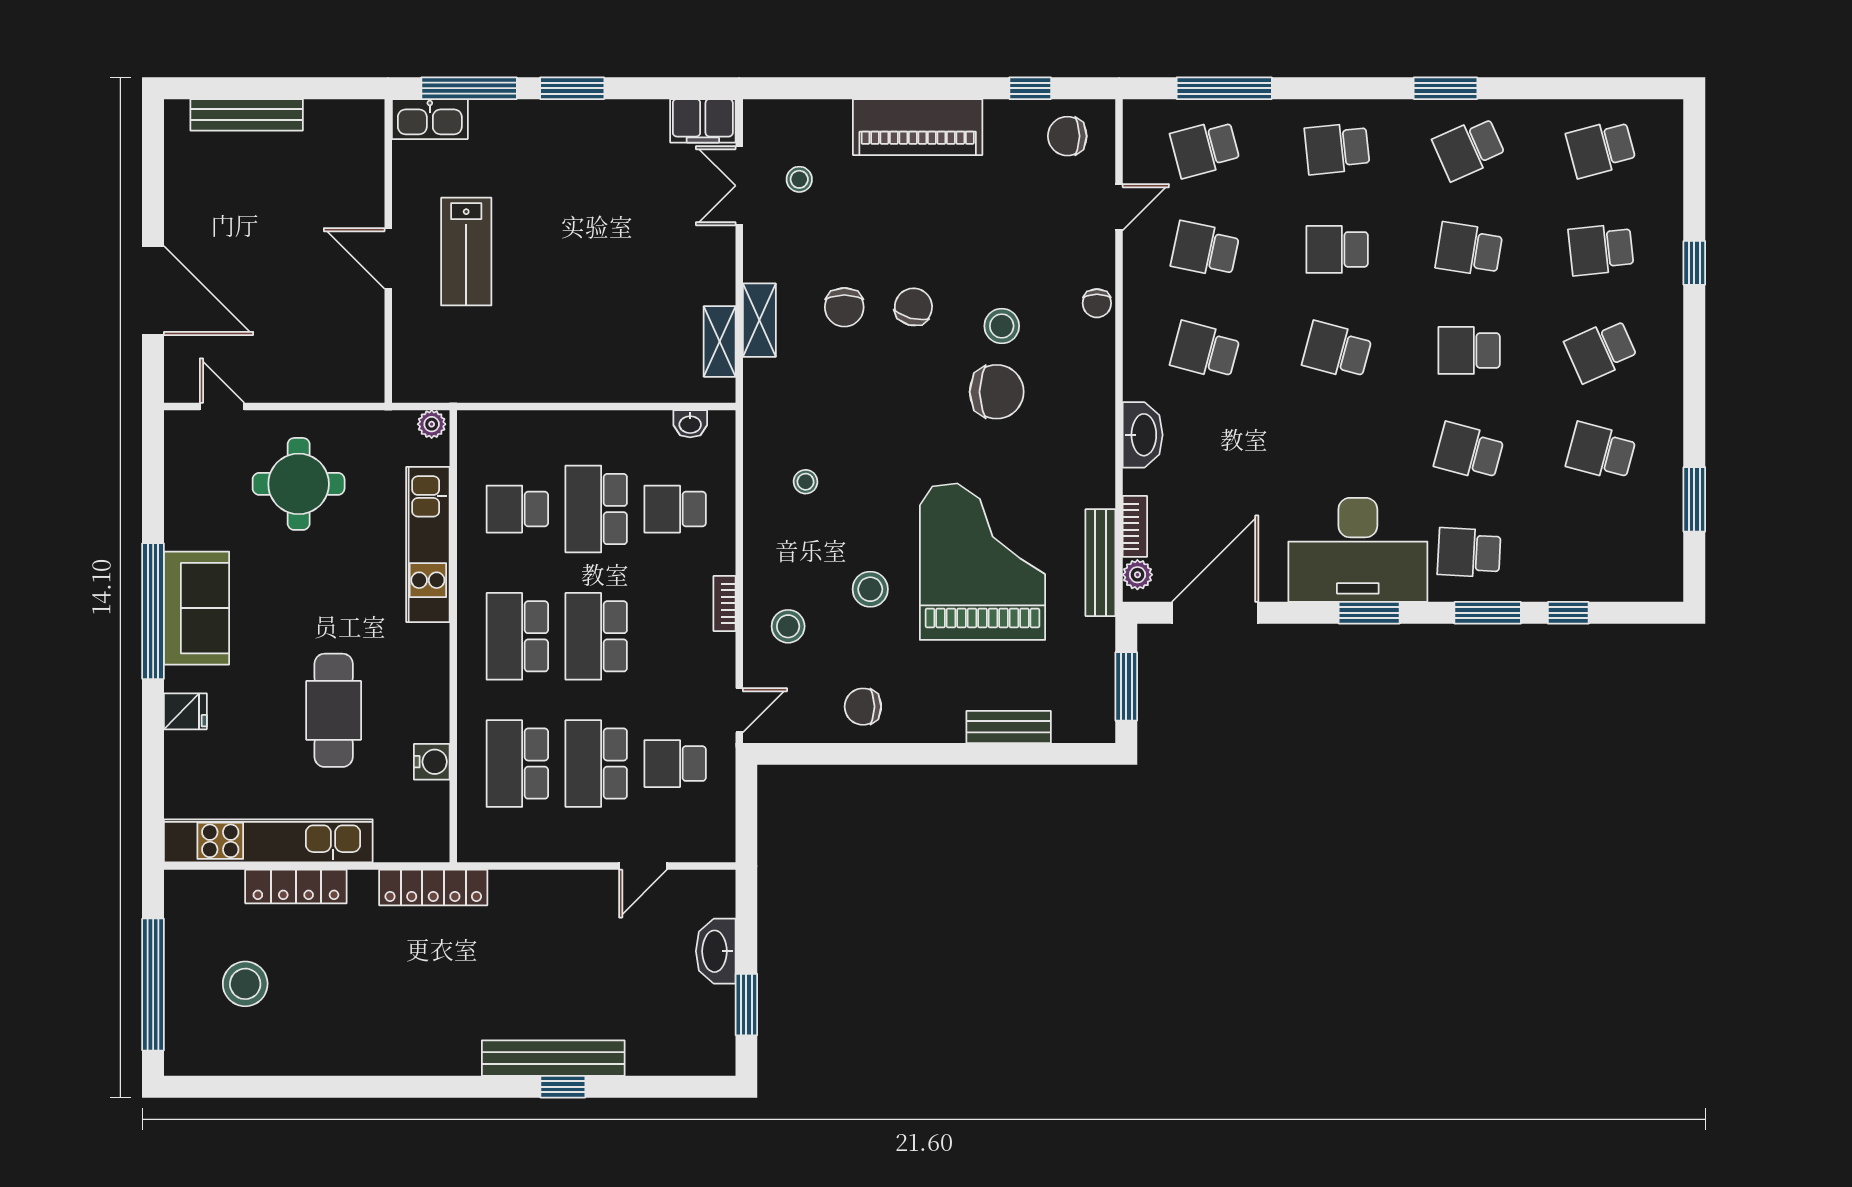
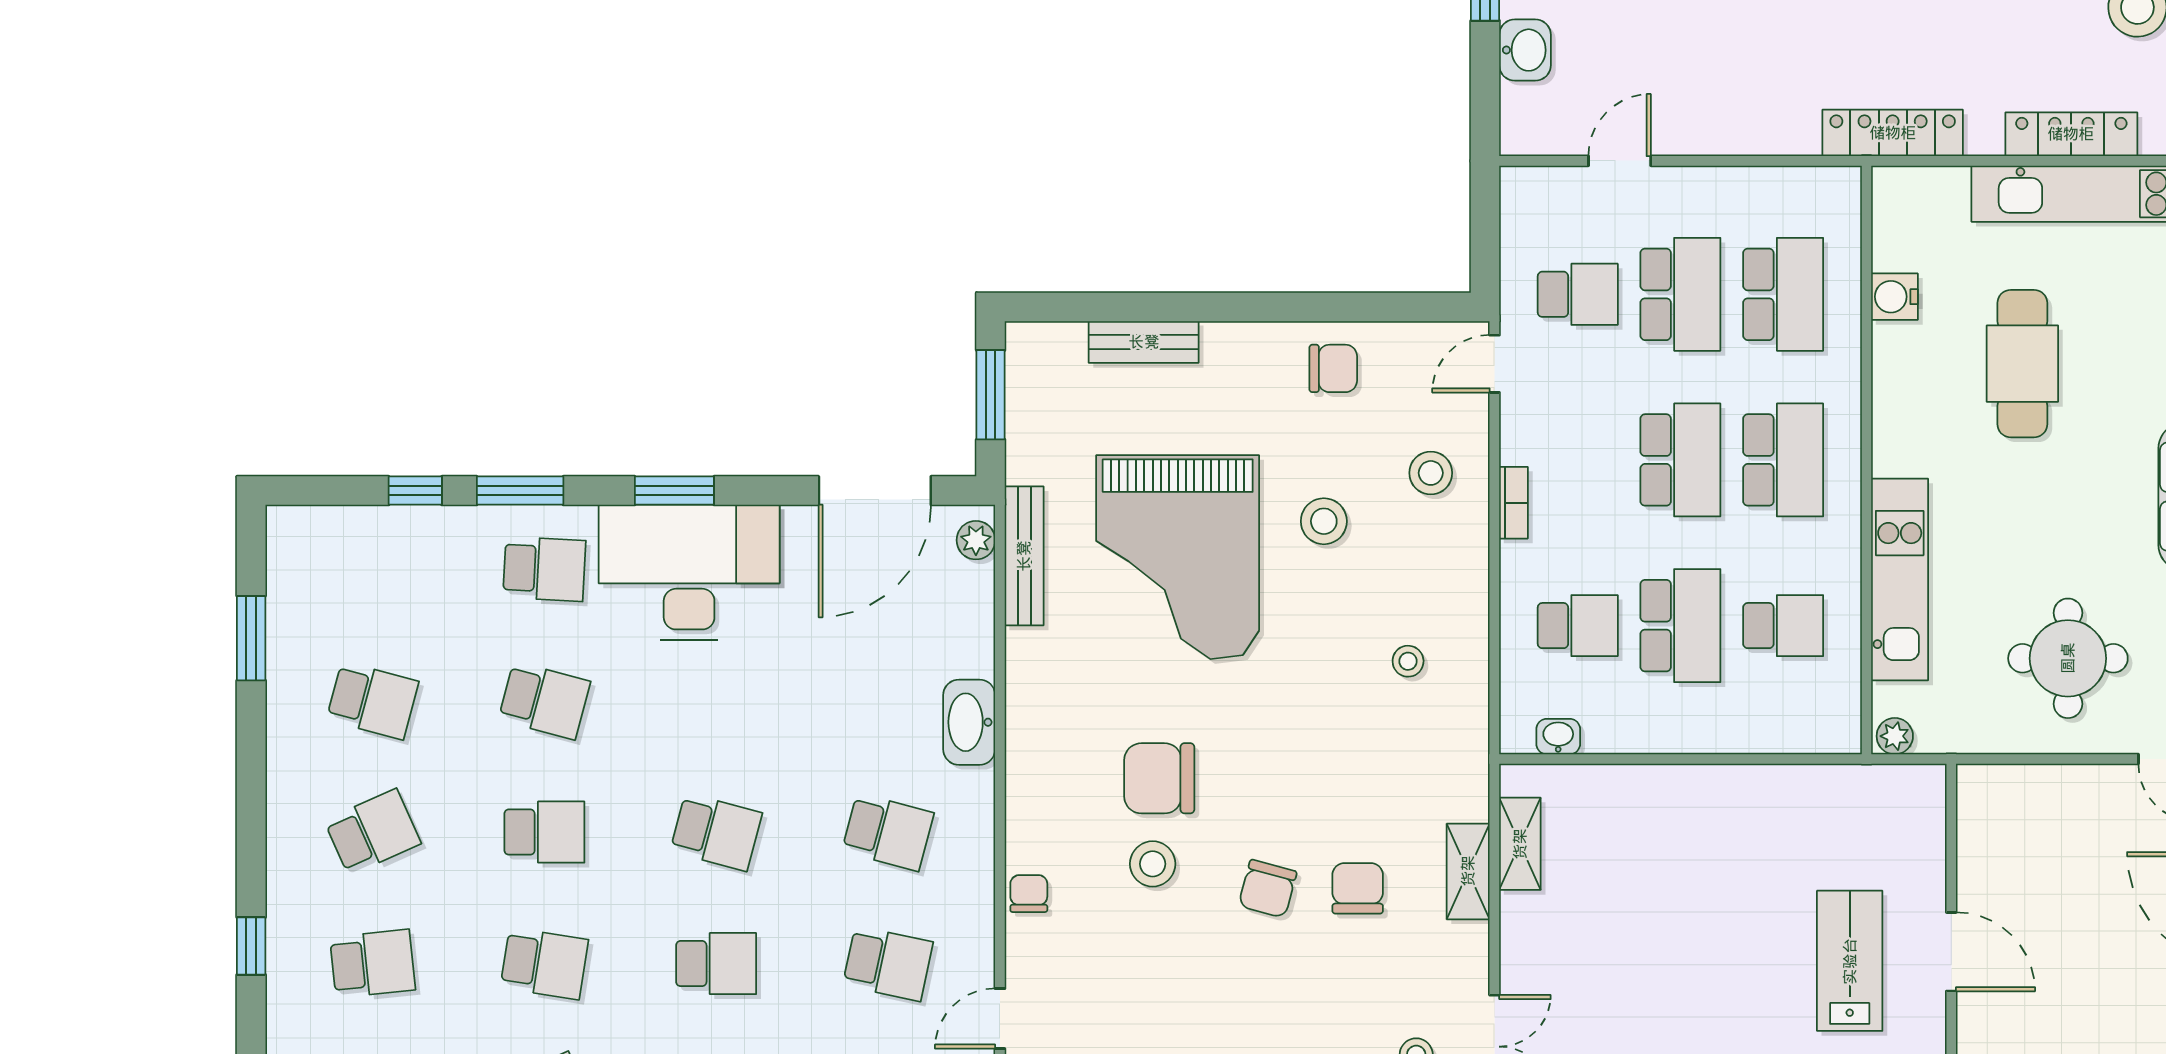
bookcase: (1135, 526) -> (979, 603), removed
washbasin: (716, 951) -> (1525, 50), width x0.72

